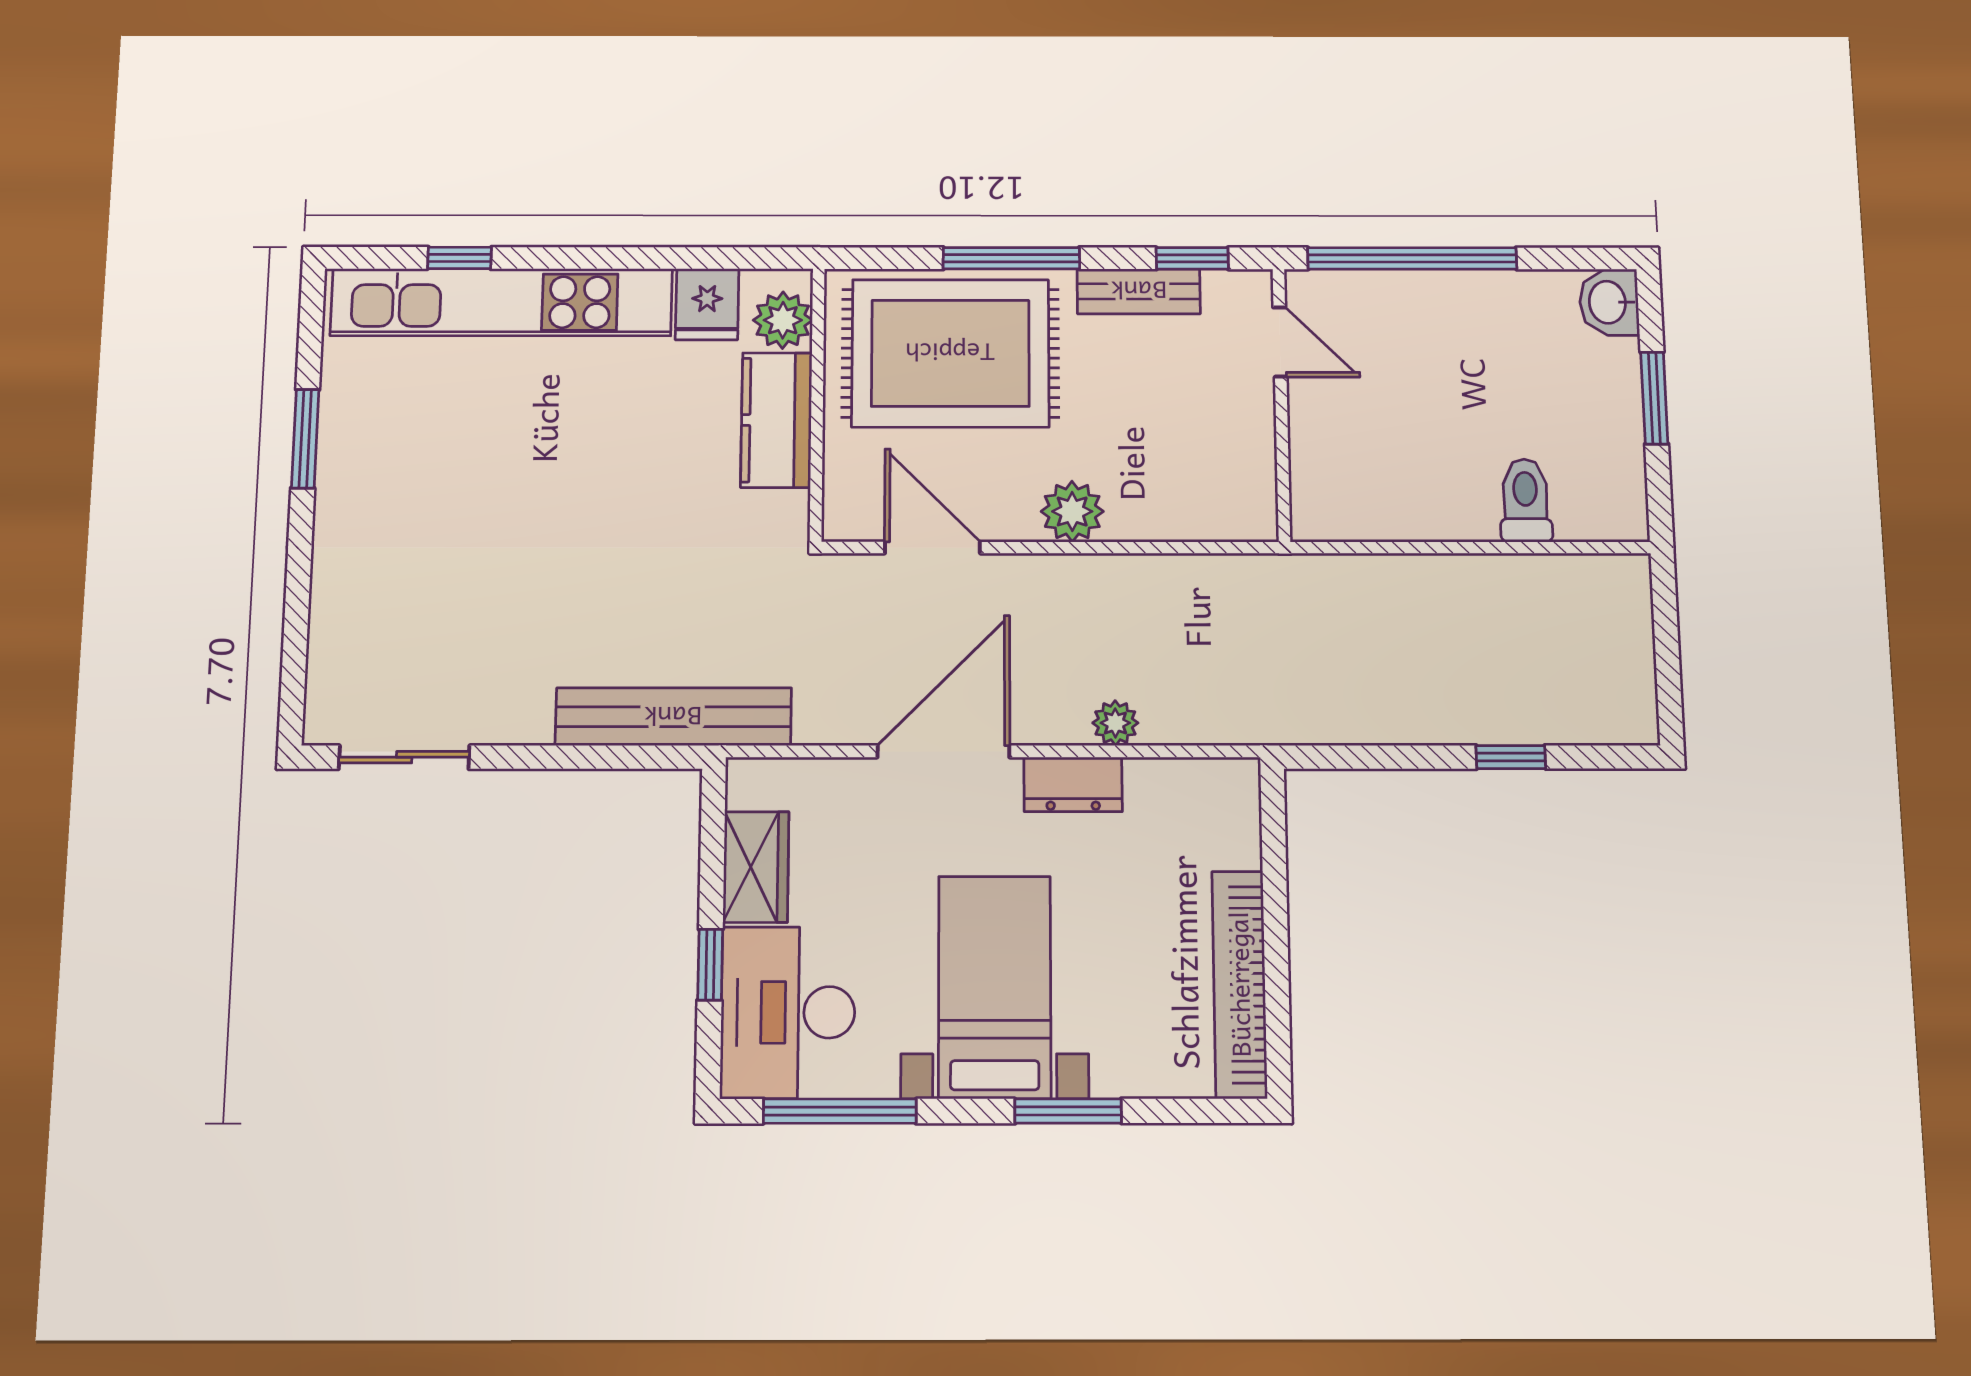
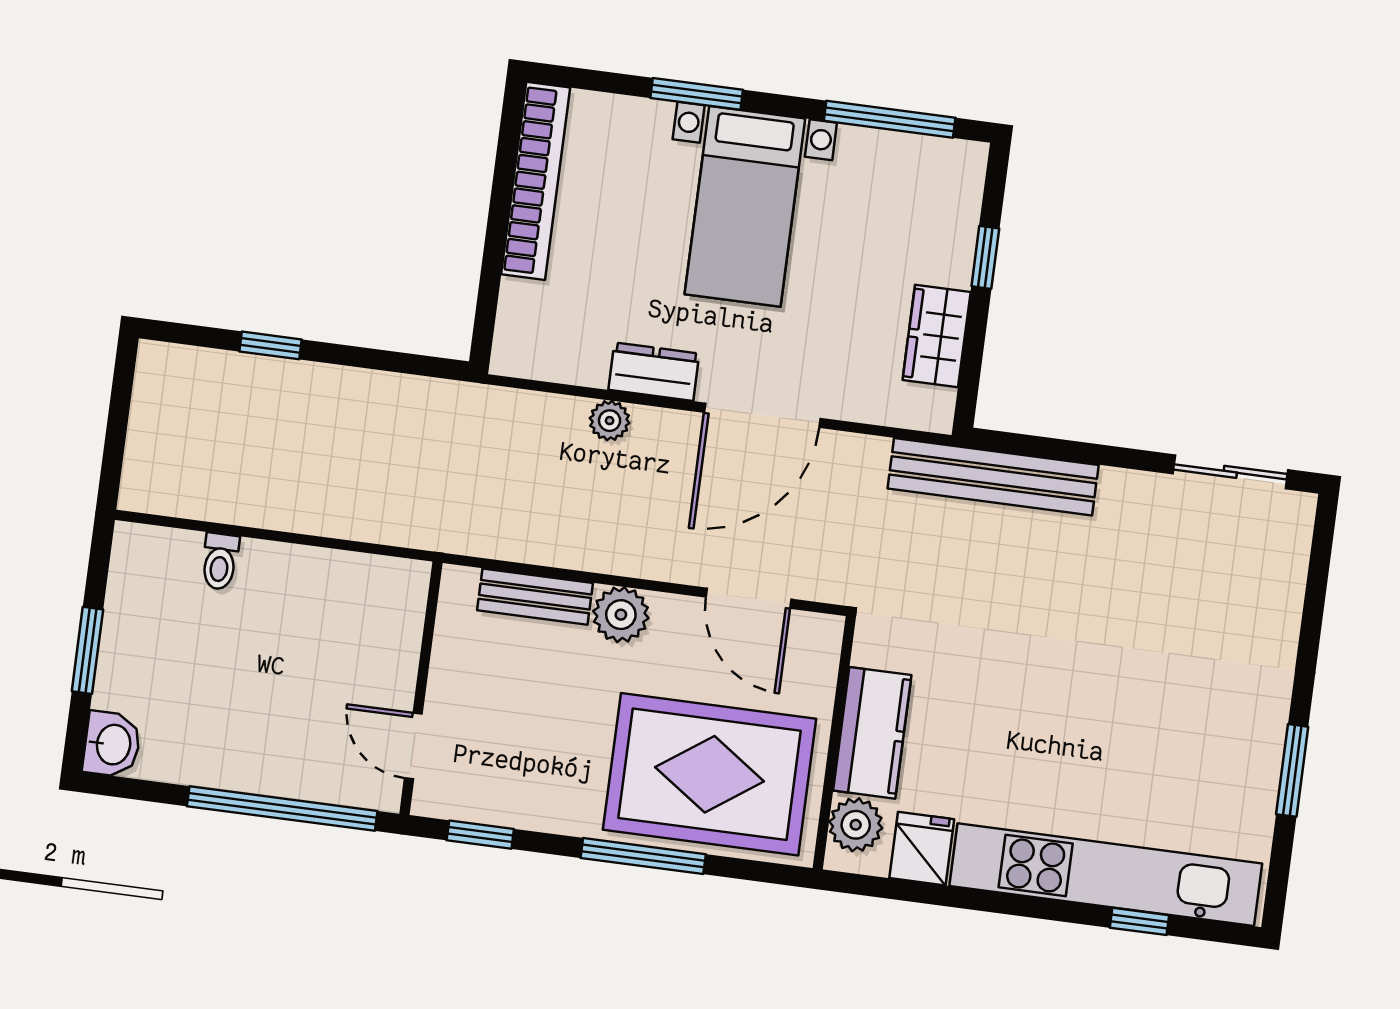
bench: (1139, 291) -> (535, 597), moved
toilet: (1525, 500) -> (220, 561), width x0.73, depth x0.72
desk: (788, 1012) -> (924, 208), removed

